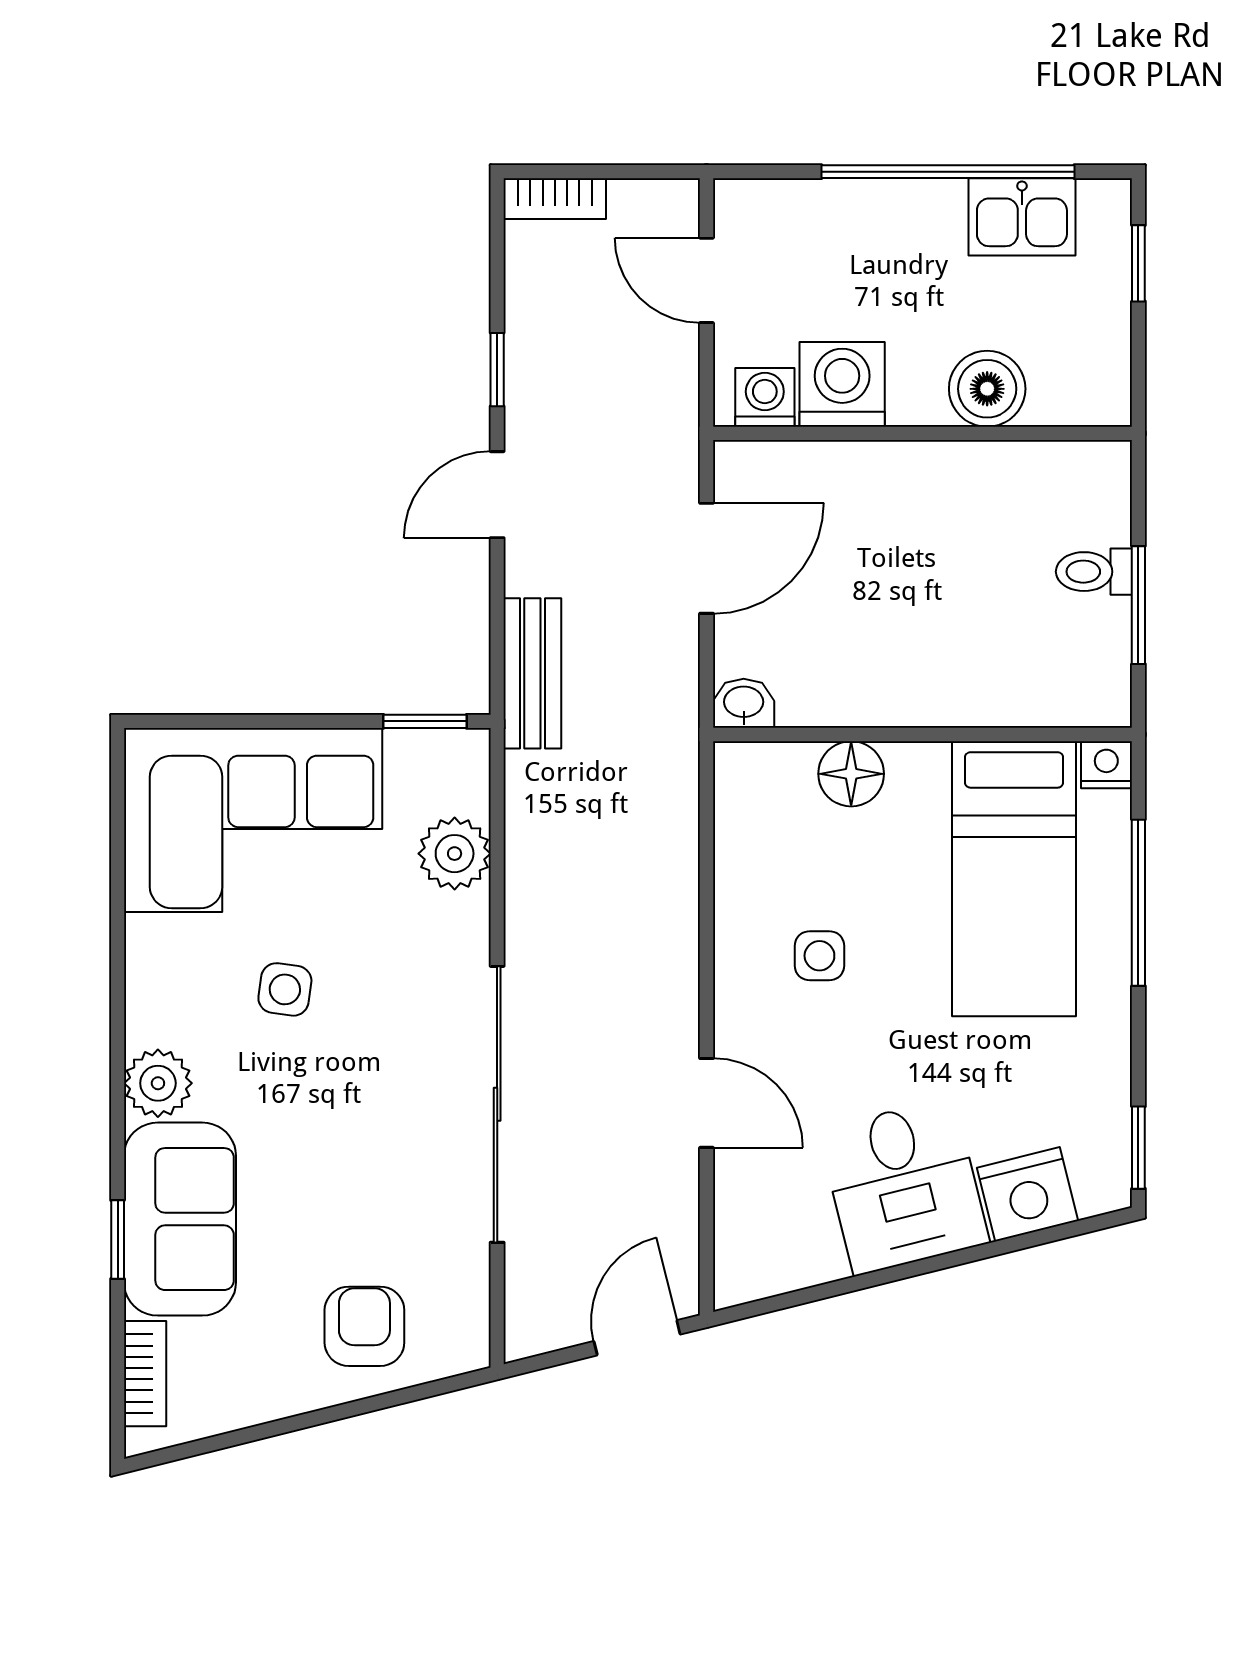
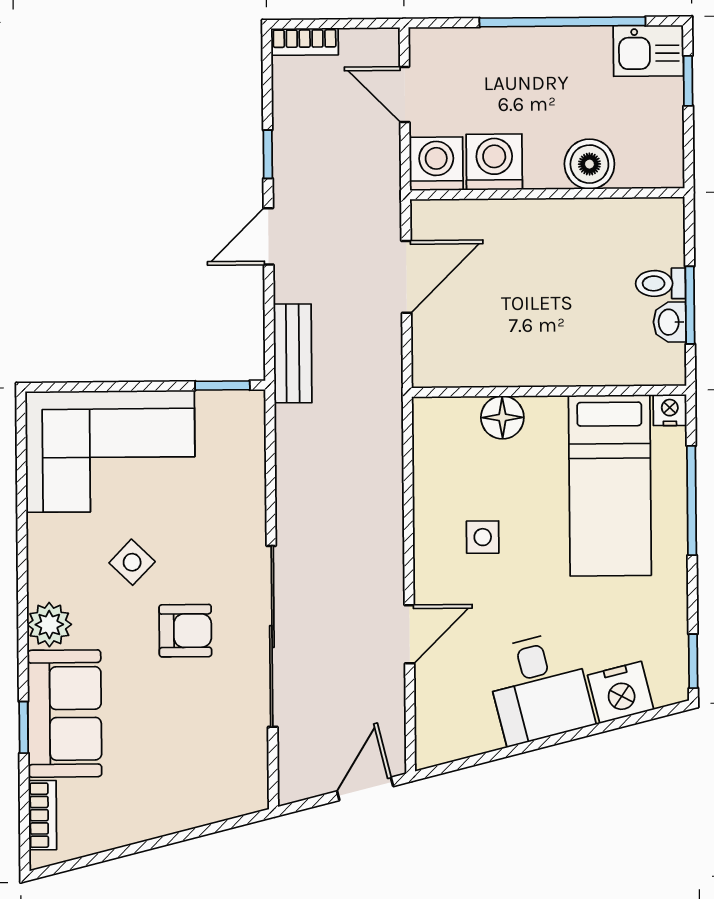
kitchen sink: (1022, 217) -> (648, 51), moved
washing machine: (765, 397) -> (436, 164), width x1.38, depth x1.38
washbasin: (744, 703) -> (670, 322), moved, turned -90
plant: (455, 854) -> (243, 472), removed
side table: (285, 989) -> (132, 562), turned 36
door: (707, 1103) -> (409, 634), hinge flipped
armchair: (364, 1326) -> (185, 631), moved, turned 90

